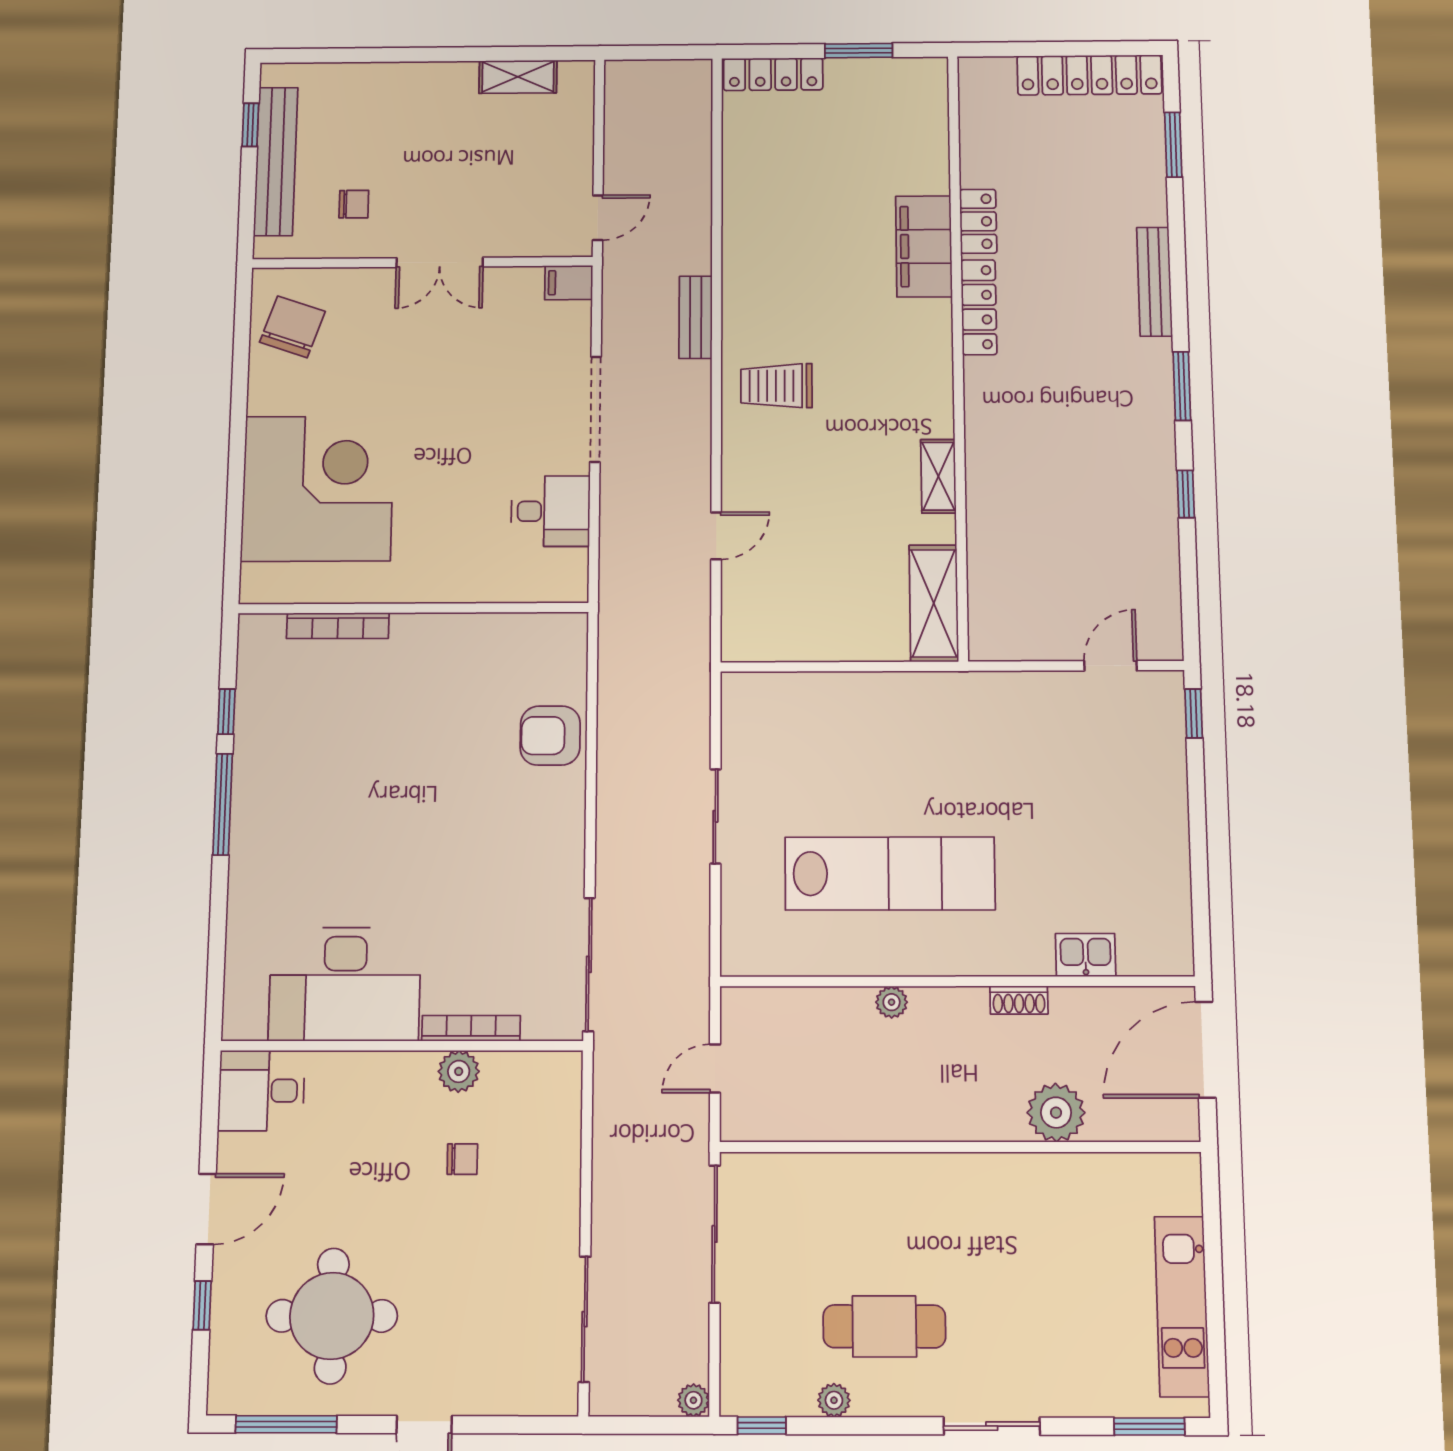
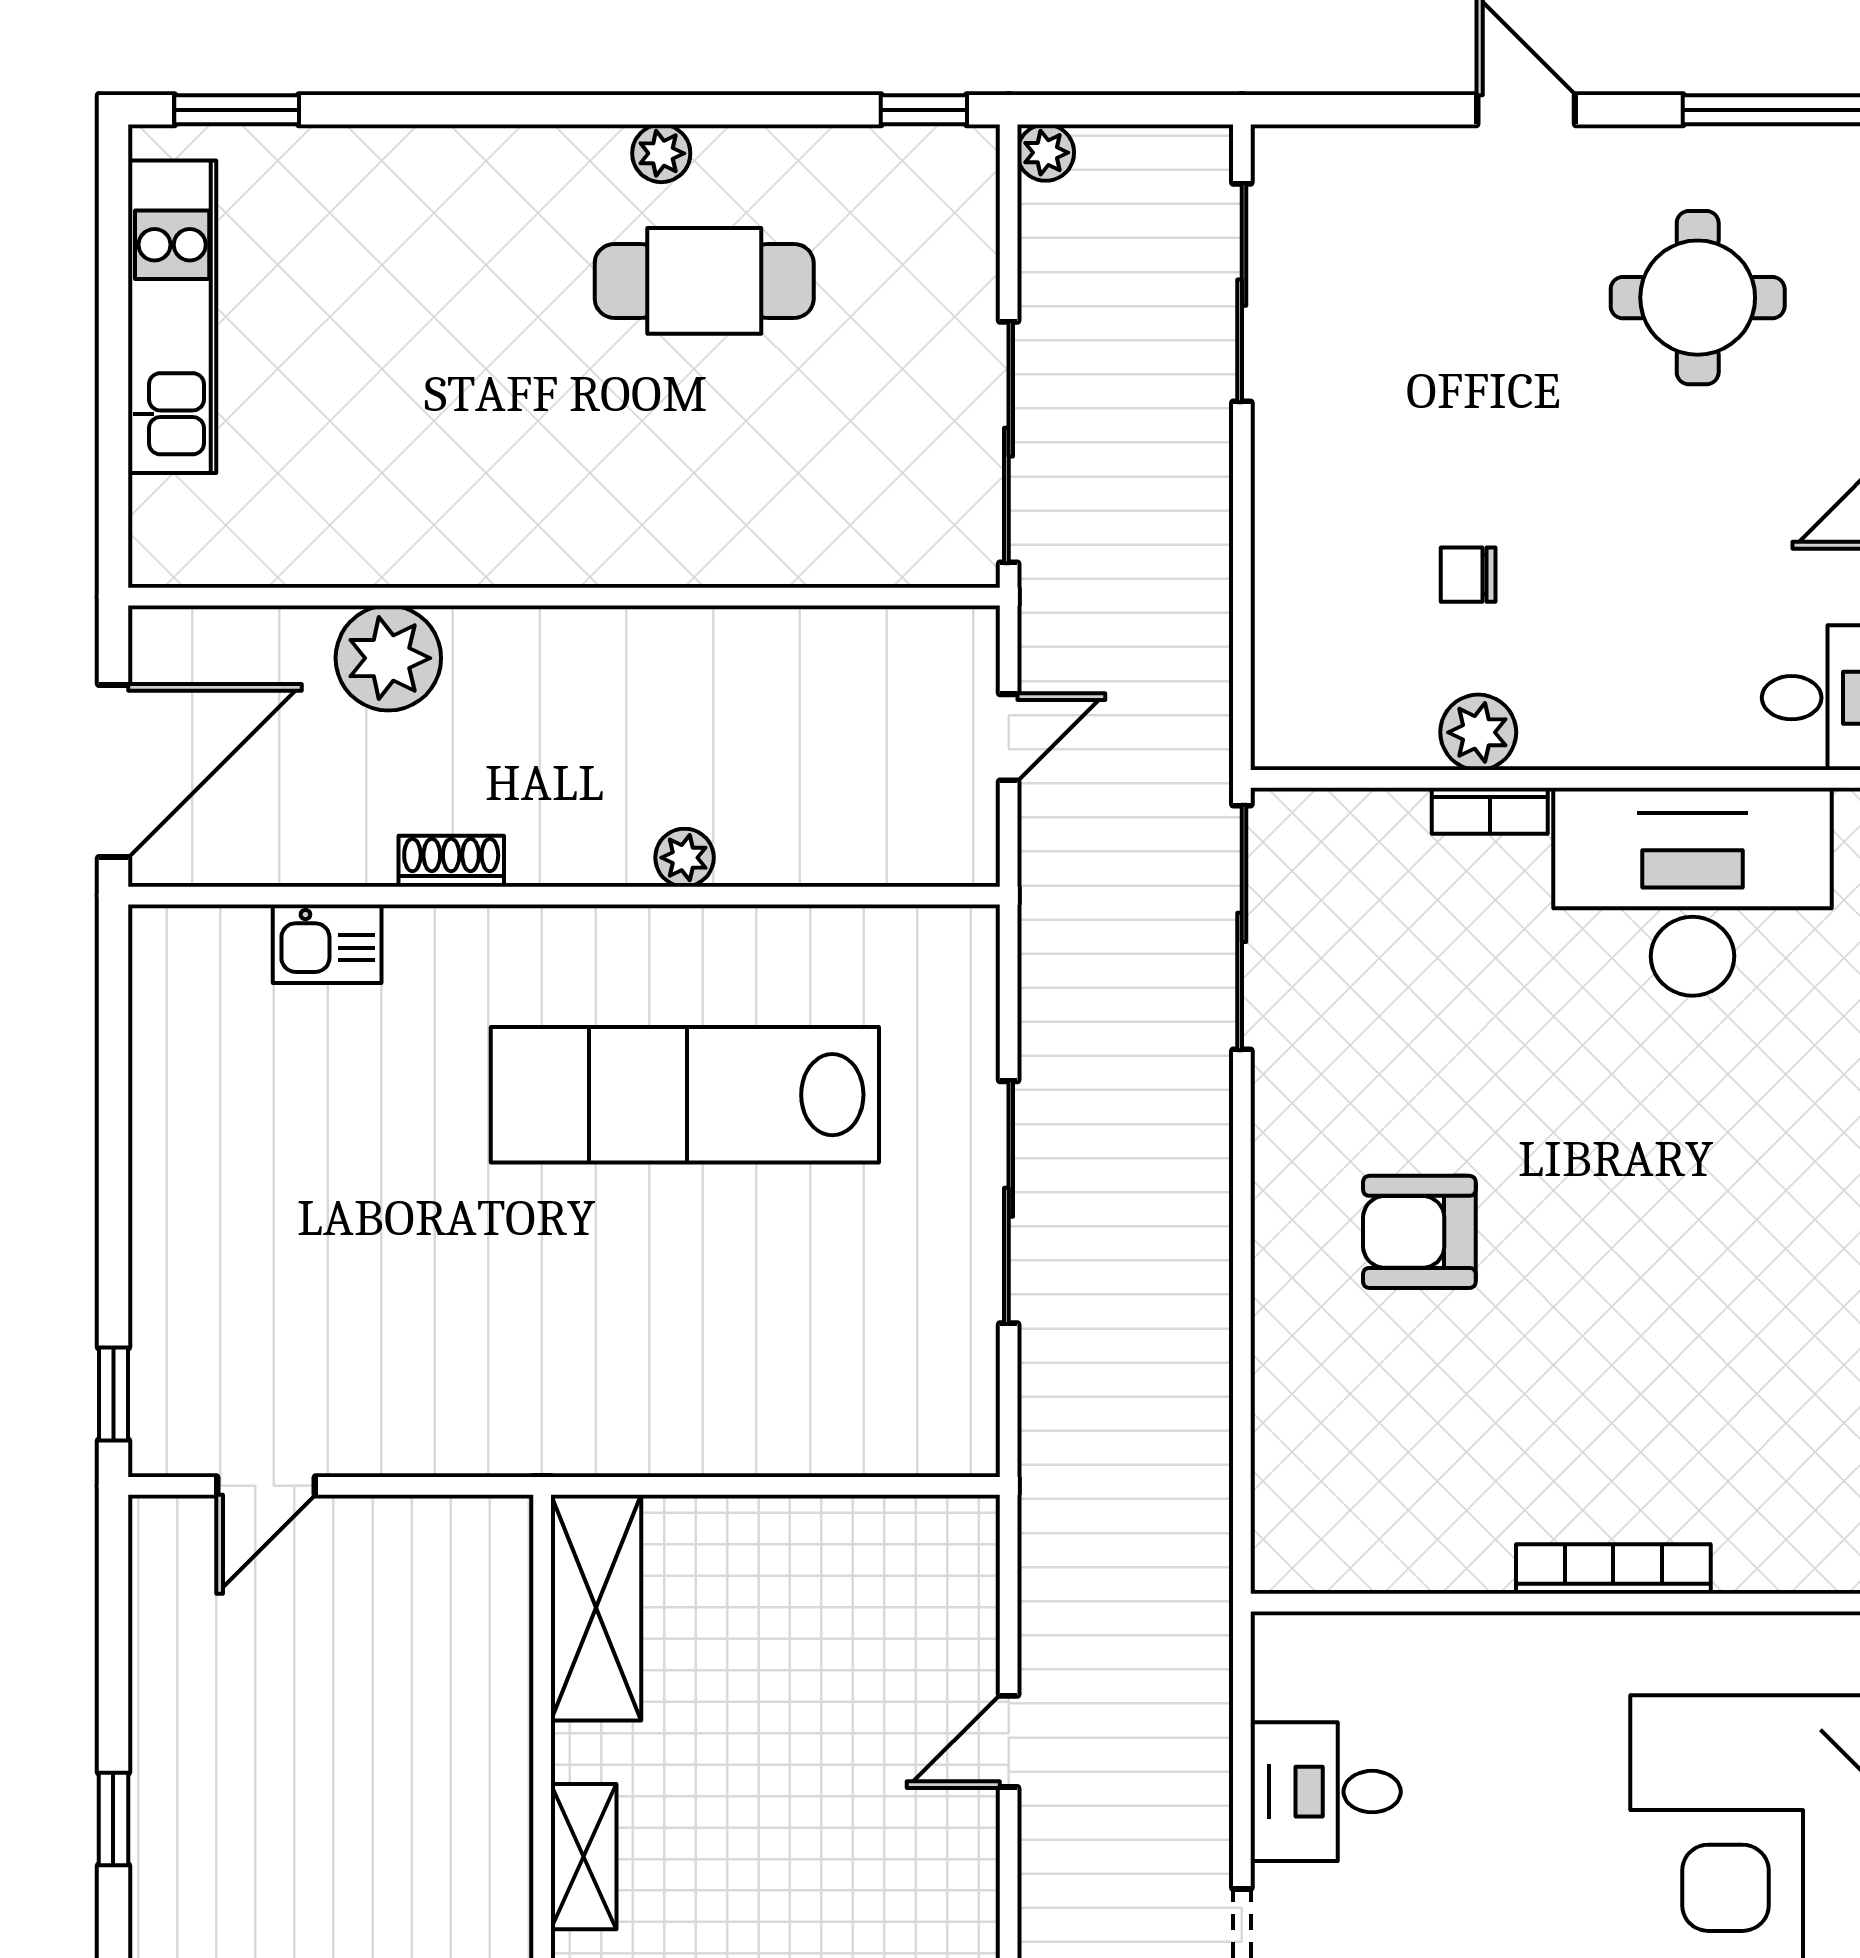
bookcase: (338, 626) -> (1613, 1569), moved
armchair: (550, 736) -> (1419, 1232), moved, turned 180
sliding door: (715, 816) -> (1009, 1202), width x1.37
bookcase: (471, 1028) -> (1490, 811), width x0.64
round table: (332, 1316) -> (1698, 298), width x0.73, depth x0.73
plant: (834, 1400) -> (661, 153), moved
sliding door: (992, 1426) -> (515, 110), removed

